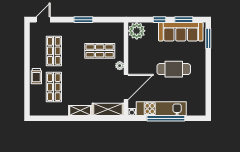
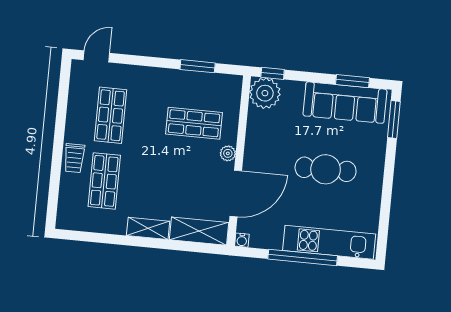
window: (83, 20) -> (198, 66), moved
window: (159, 20) -> (273, 73), moved
kitchen unit: (161, 109) -> (329, 242), moved

